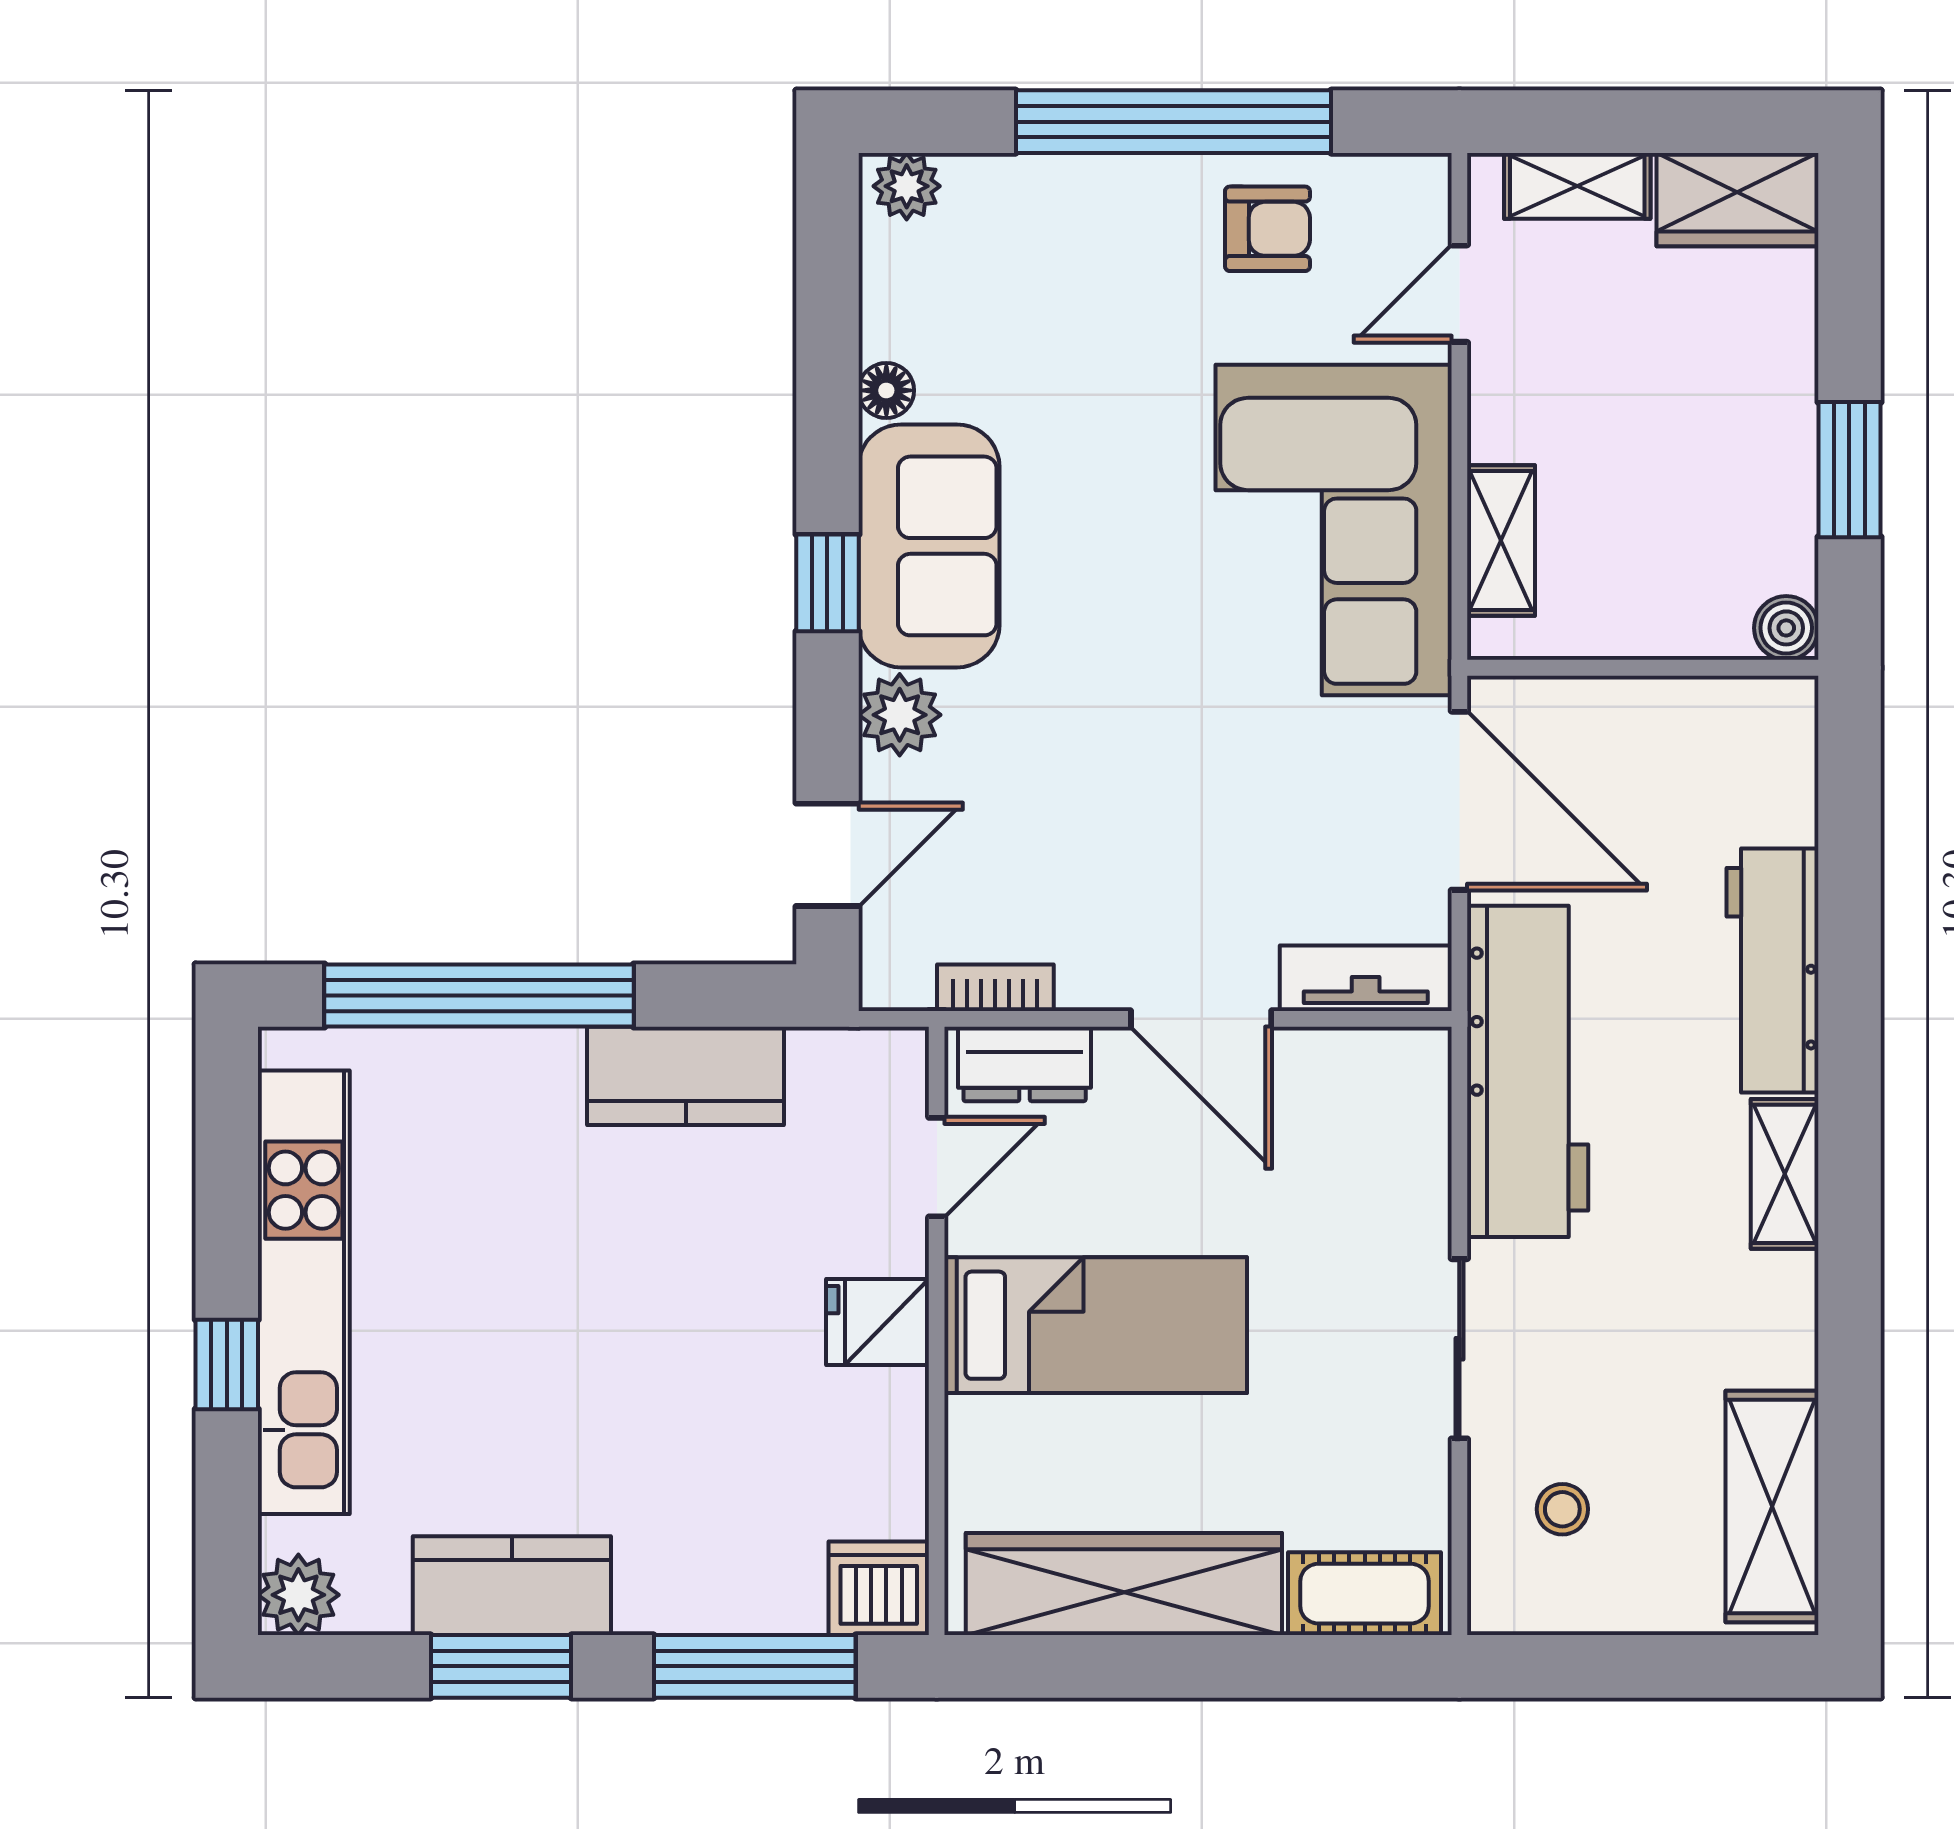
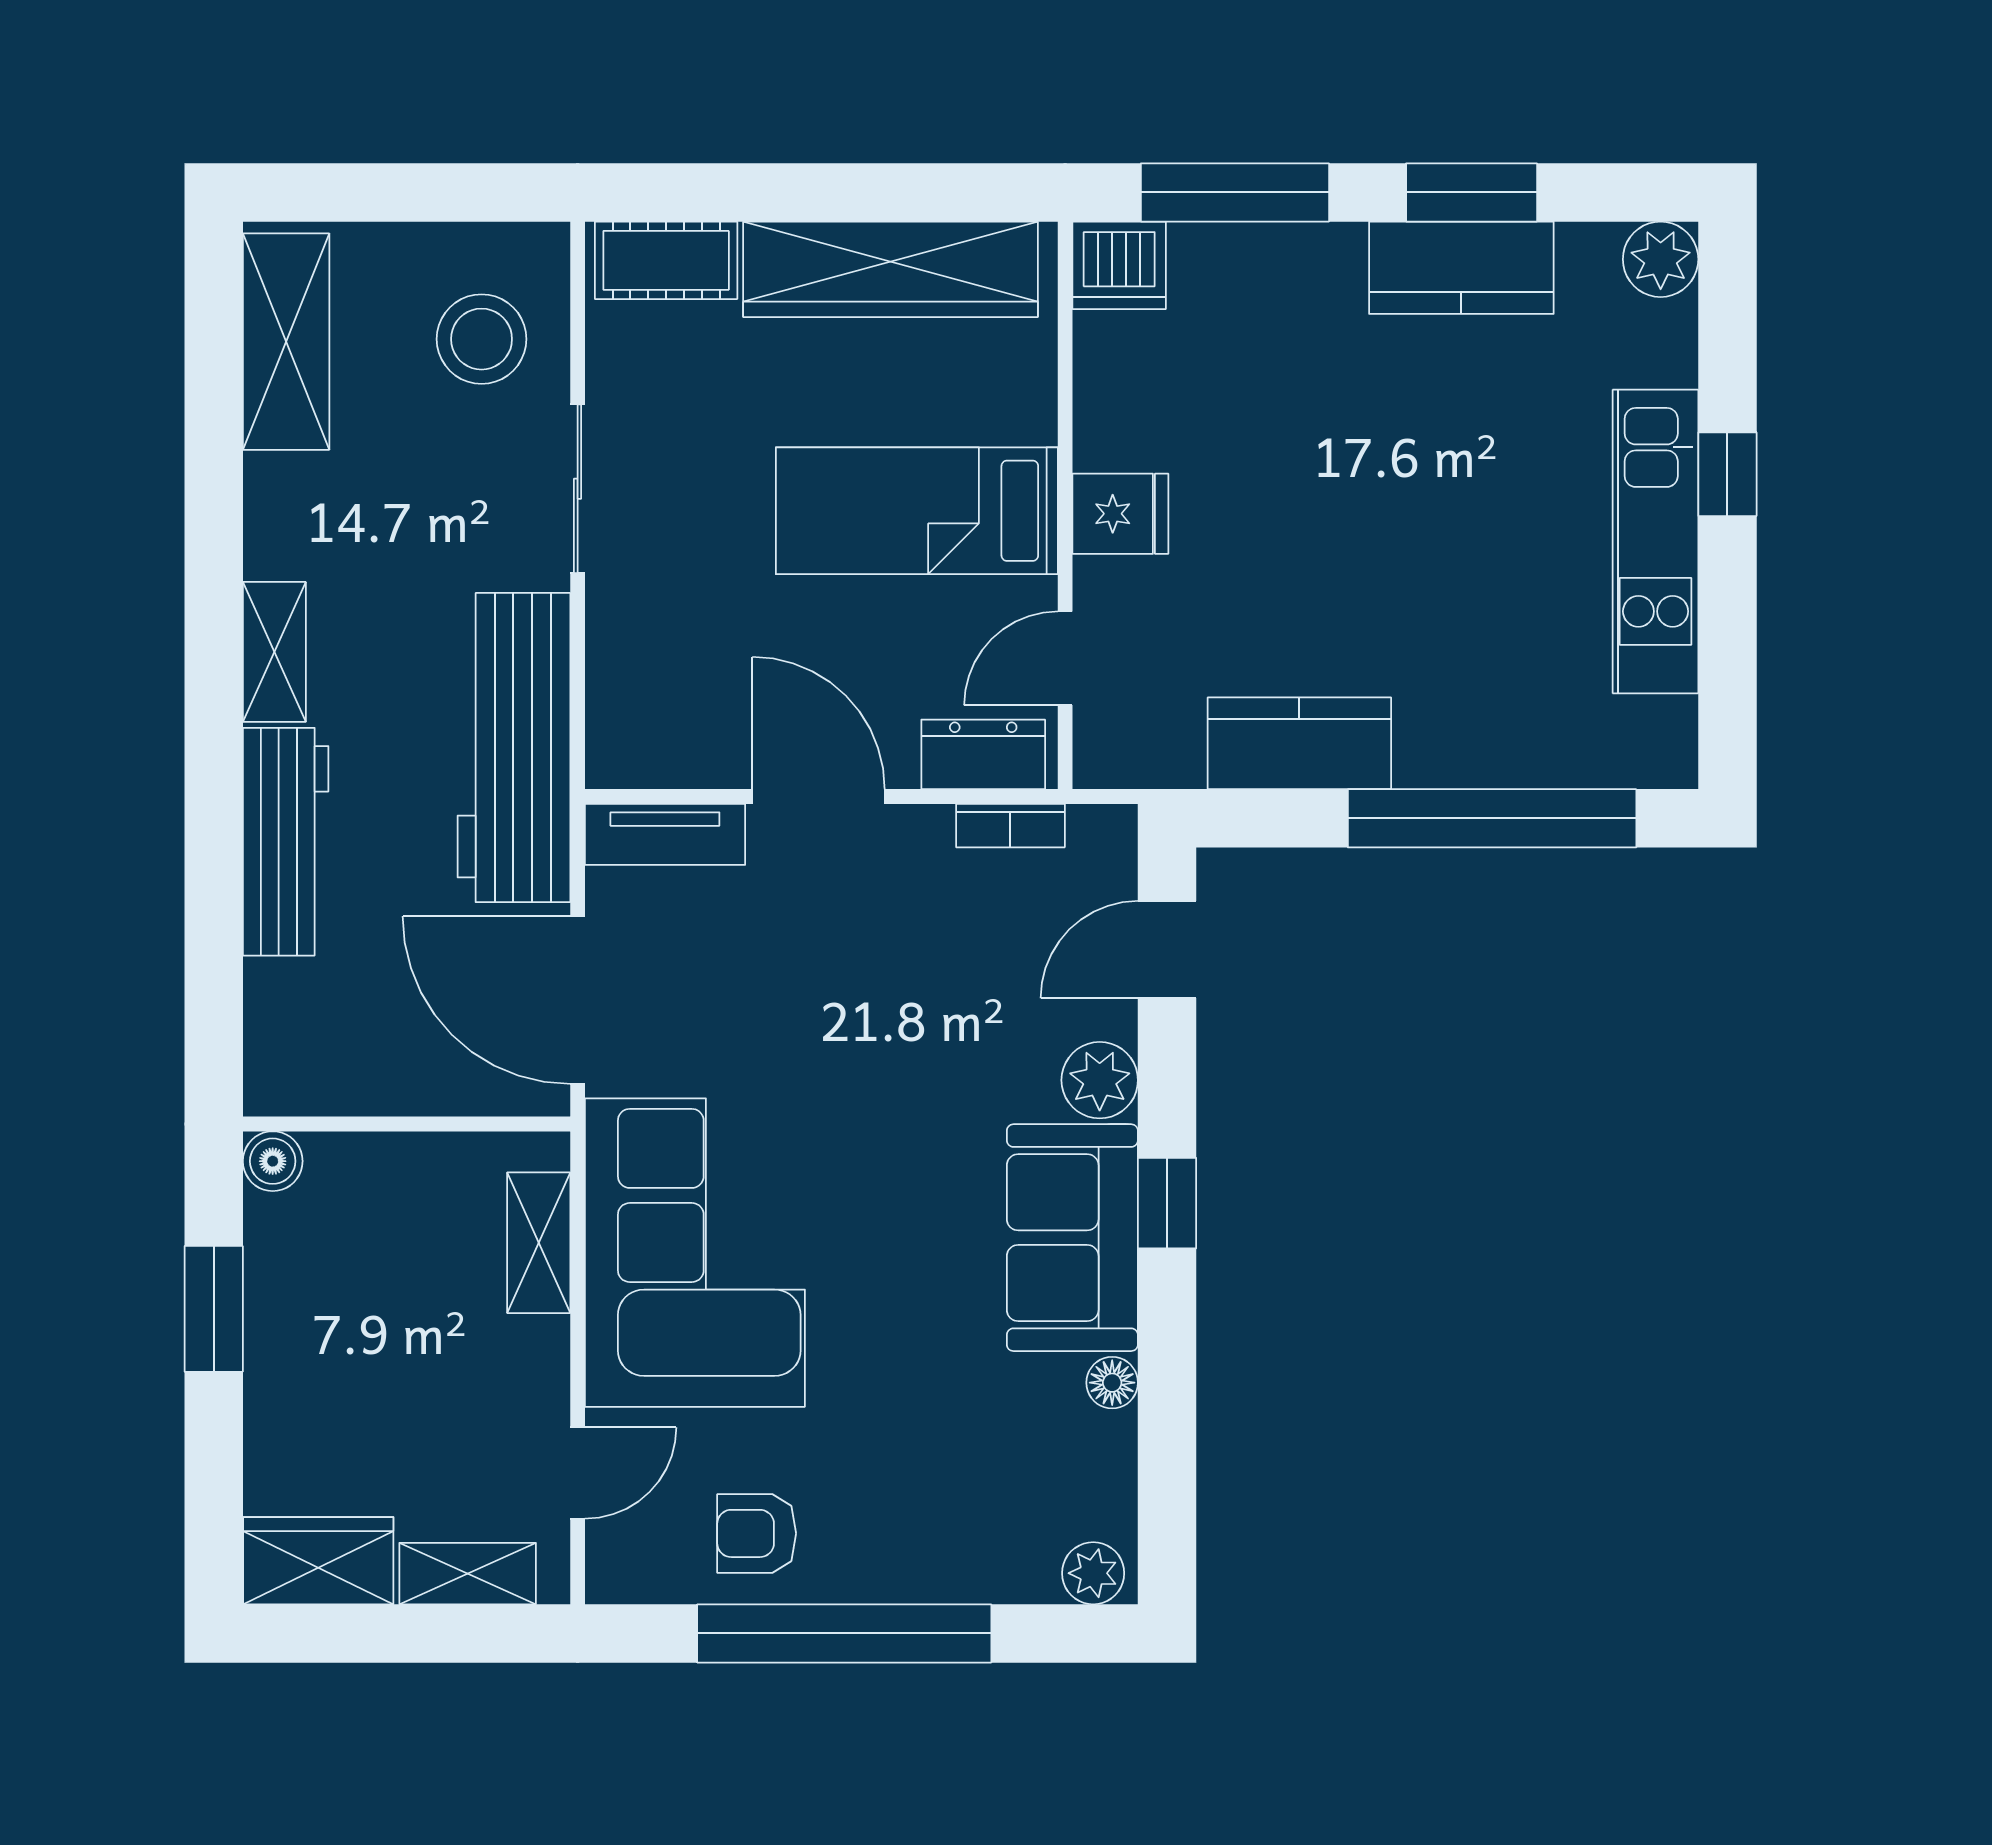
kitchen unit: (304, 1292) -> (1656, 542), width x0.73
stool: (1562, 1509) -> (482, 339), width x1.89, depth x1.89

